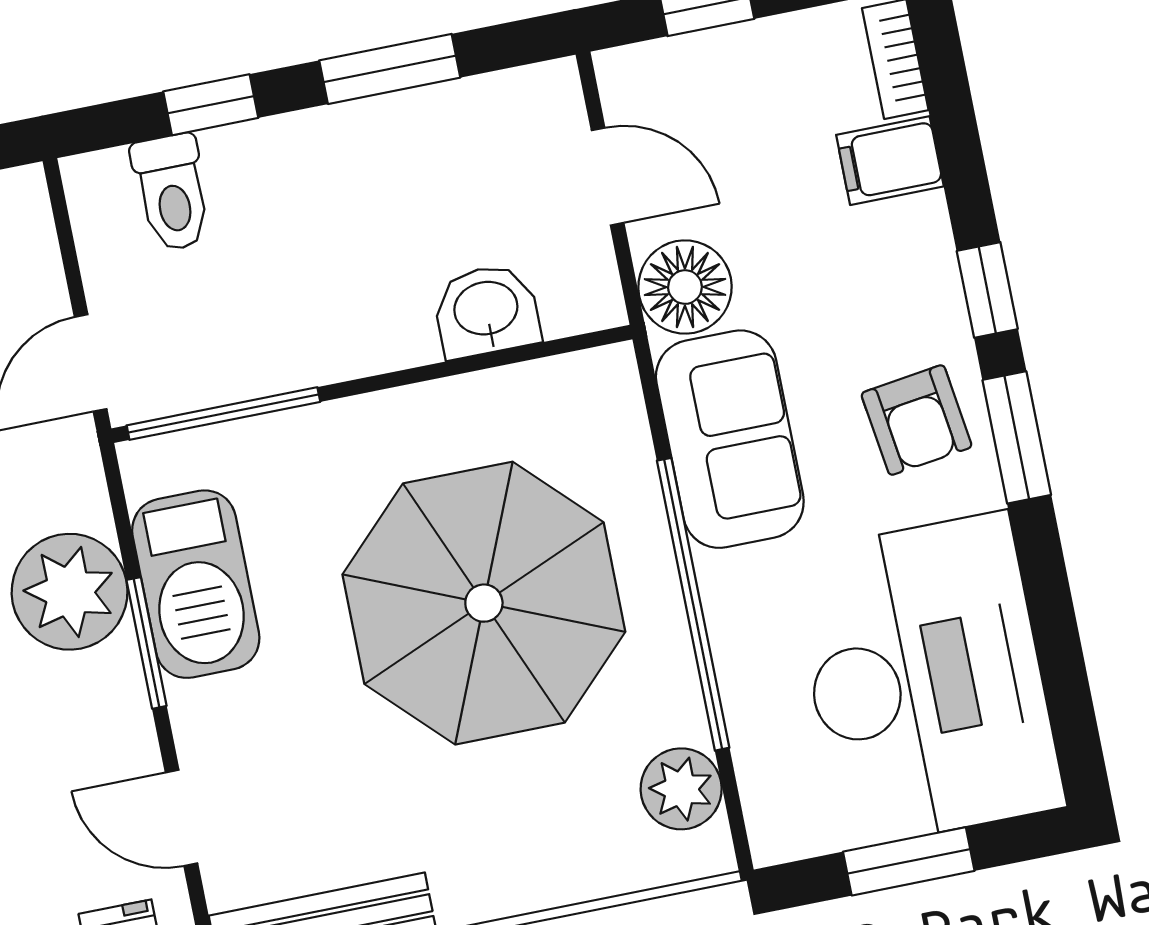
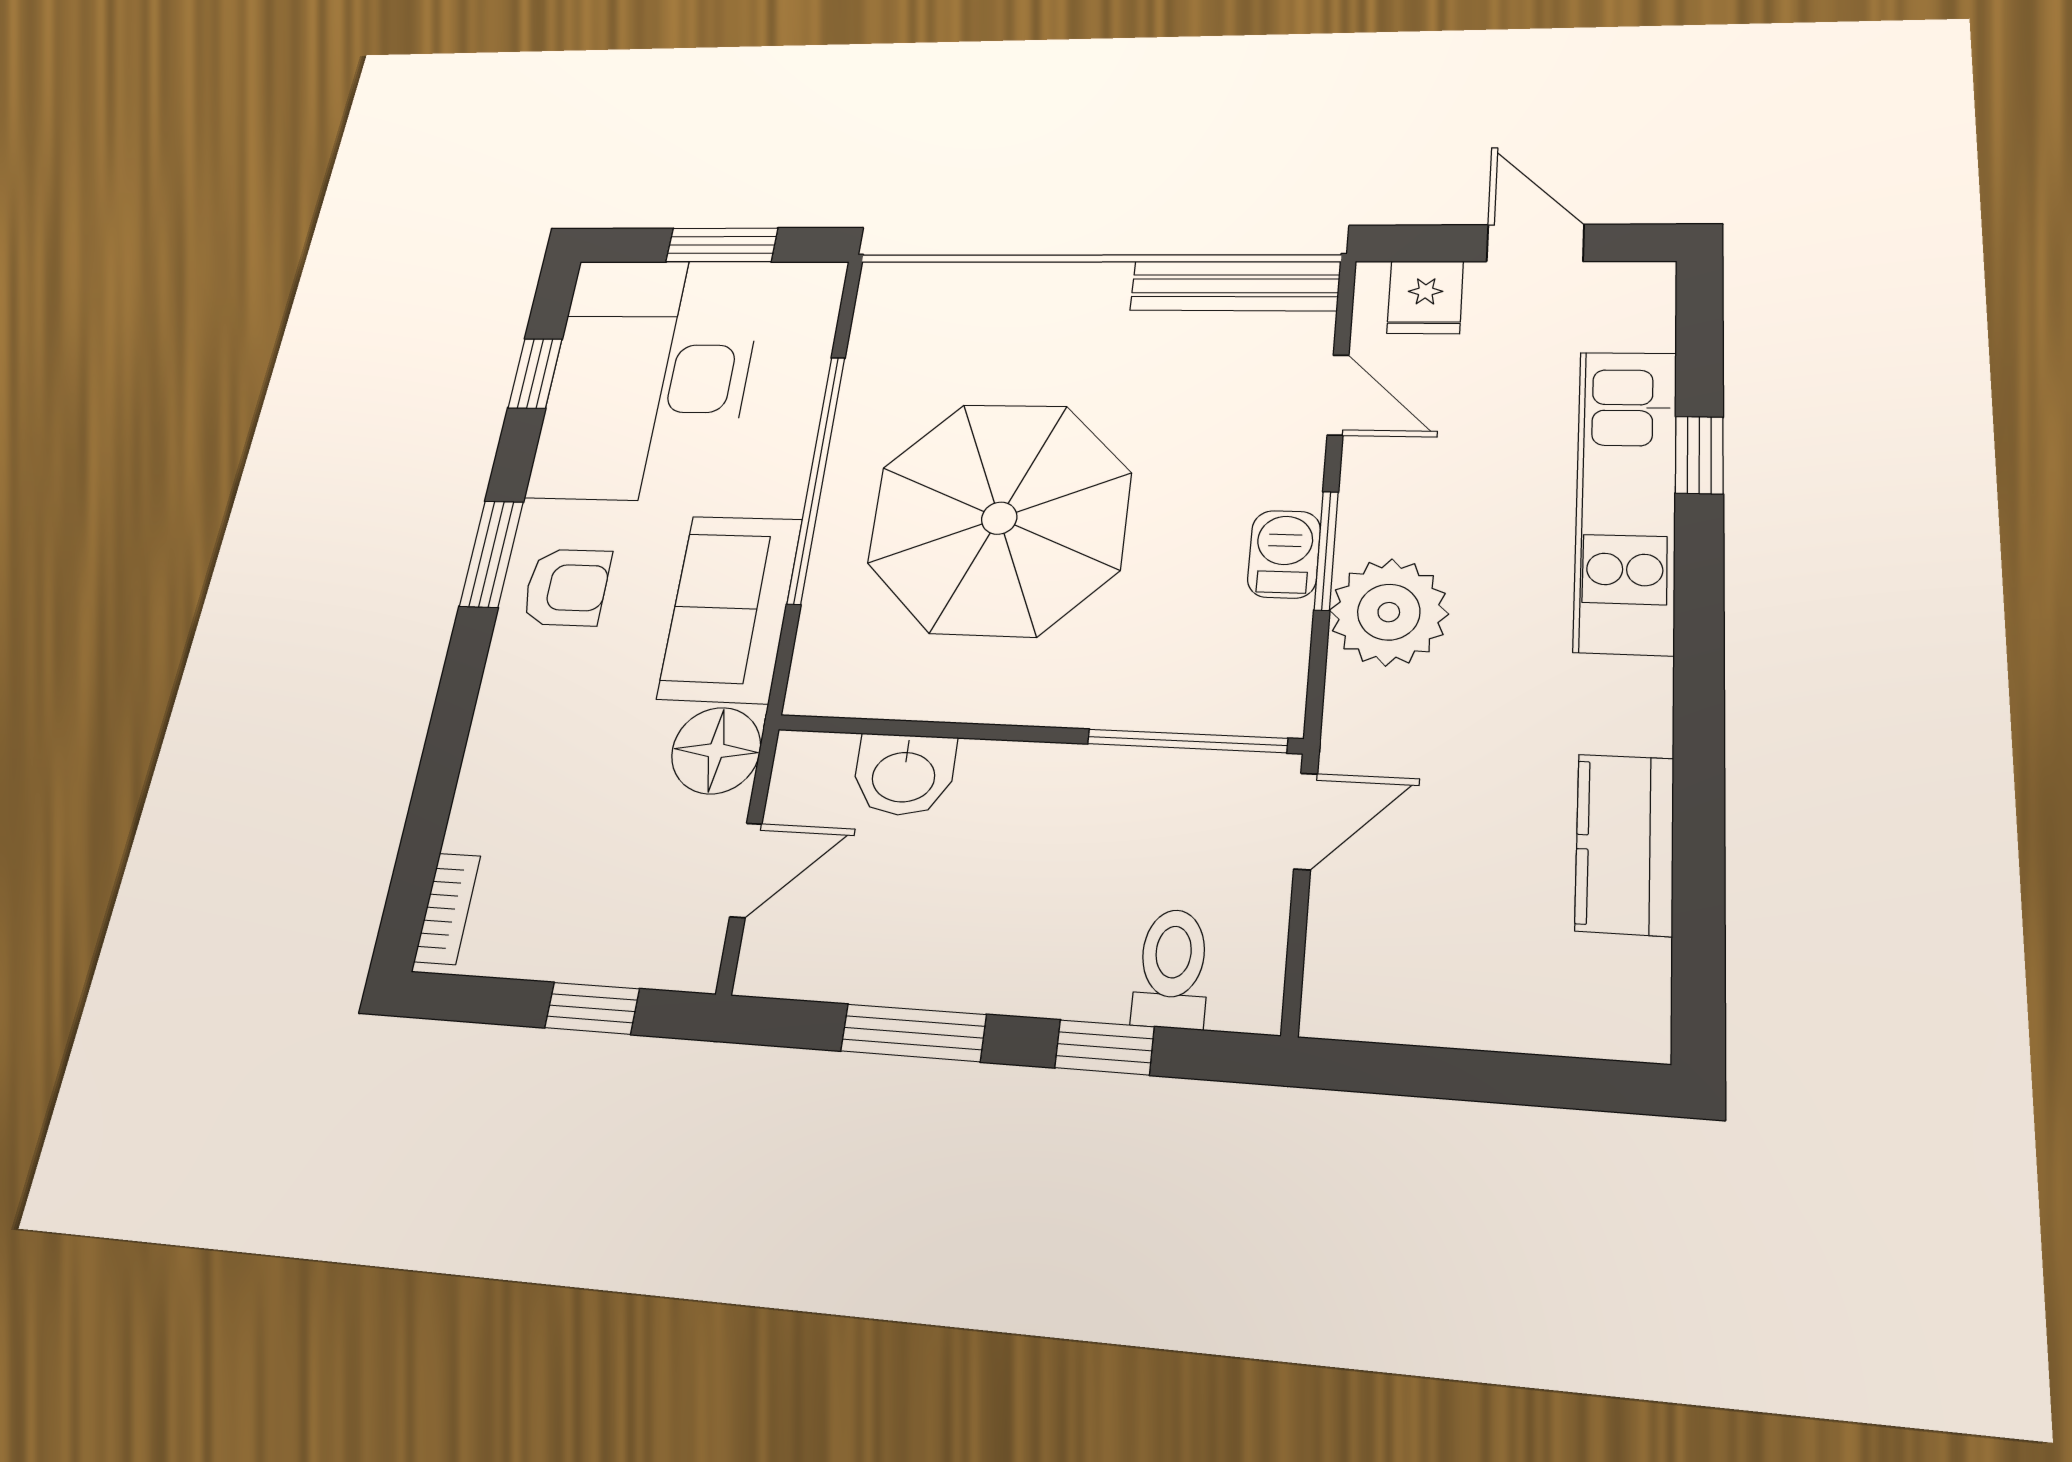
filing cabinet: (890, 161) -> (492, 817), removed
door: (608, 177) -> (746, 870), swing flipped
window: (987, 290) -> (535, 373), moved
armchair: (917, 420) -> (566, 587), turned 98
barbecue: (196, 584) -> (1284, 554), width x0.53, depth x0.65
plant: (681, 789) -> (885, 334), removed

